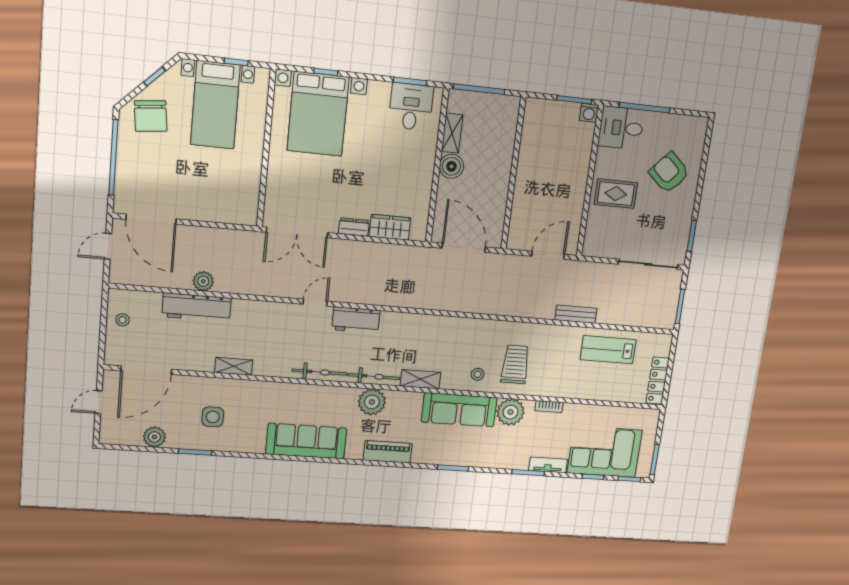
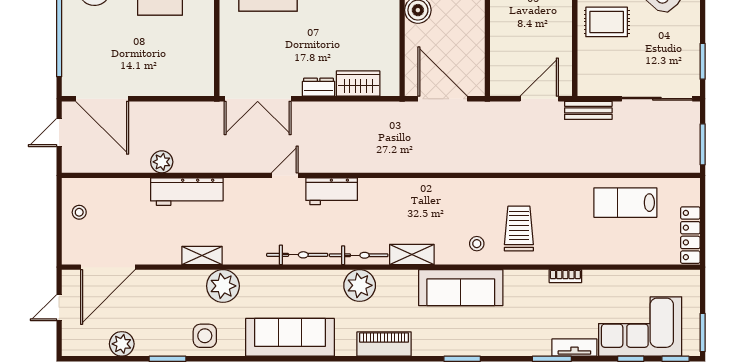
workbench: (197, 307) -> (187, 192), moved
bench: (576, 314) -> (588, 110), moved
plant: (510, 412) -> (223, 286), moved
side table: (213, 417) -> (205, 336), moved

